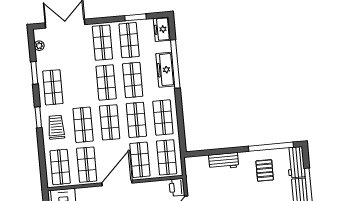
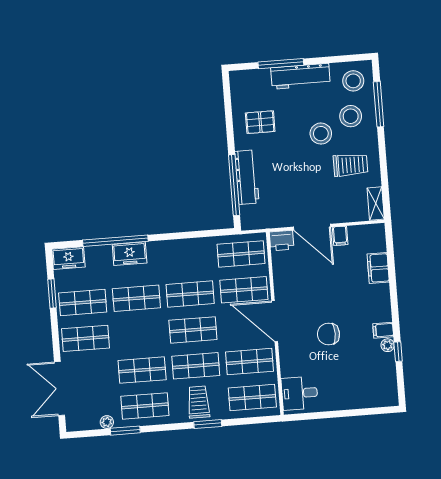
plant: (39, 46) -> (107, 422), moved
freezer: (165, 70) -> (130, 254), width x0.71
shop shelf: (106, 82) -> (142, 370), moved
window: (38, 117) -> (208, 424), moved
shop shelf: (163, 117) -> (187, 258), removed
trolley: (56, 127) -> (199, 402), turned 90
window: (271, 147) -> (234, 185), moved
workbench: (224, 161) -> (247, 177), width x1.38
workbench: (296, 162) -> (250, 80), removed

